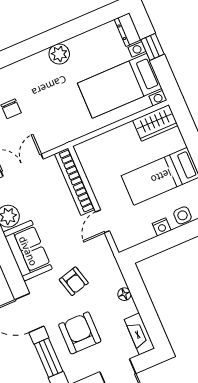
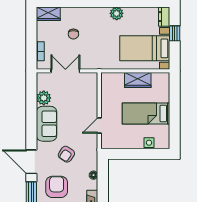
wardrobe: (155, 123) -> (138, 80), moved
bookcase: (75, 182) -> (93, 94), removed
nightstand: (162, 227) -> (133, 144), removed
armchair: (74, 281) -> (66, 154), turned 49

